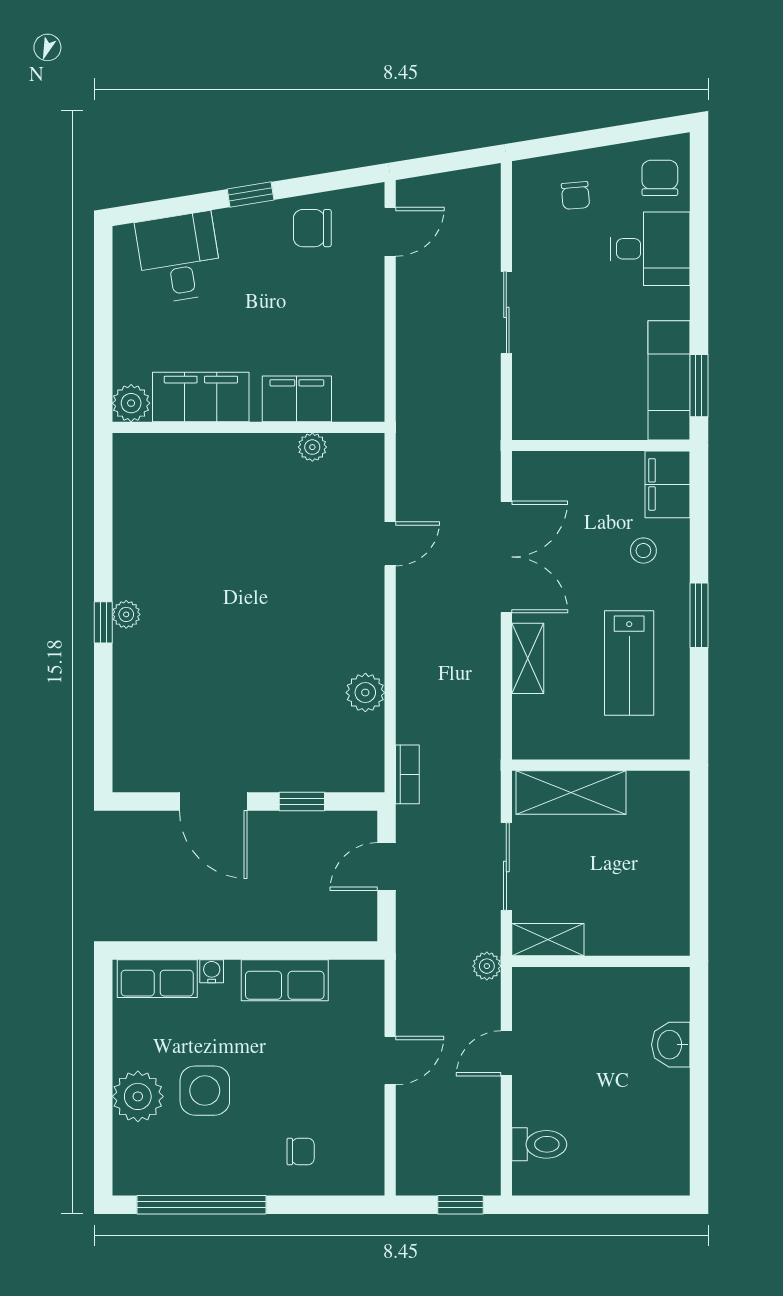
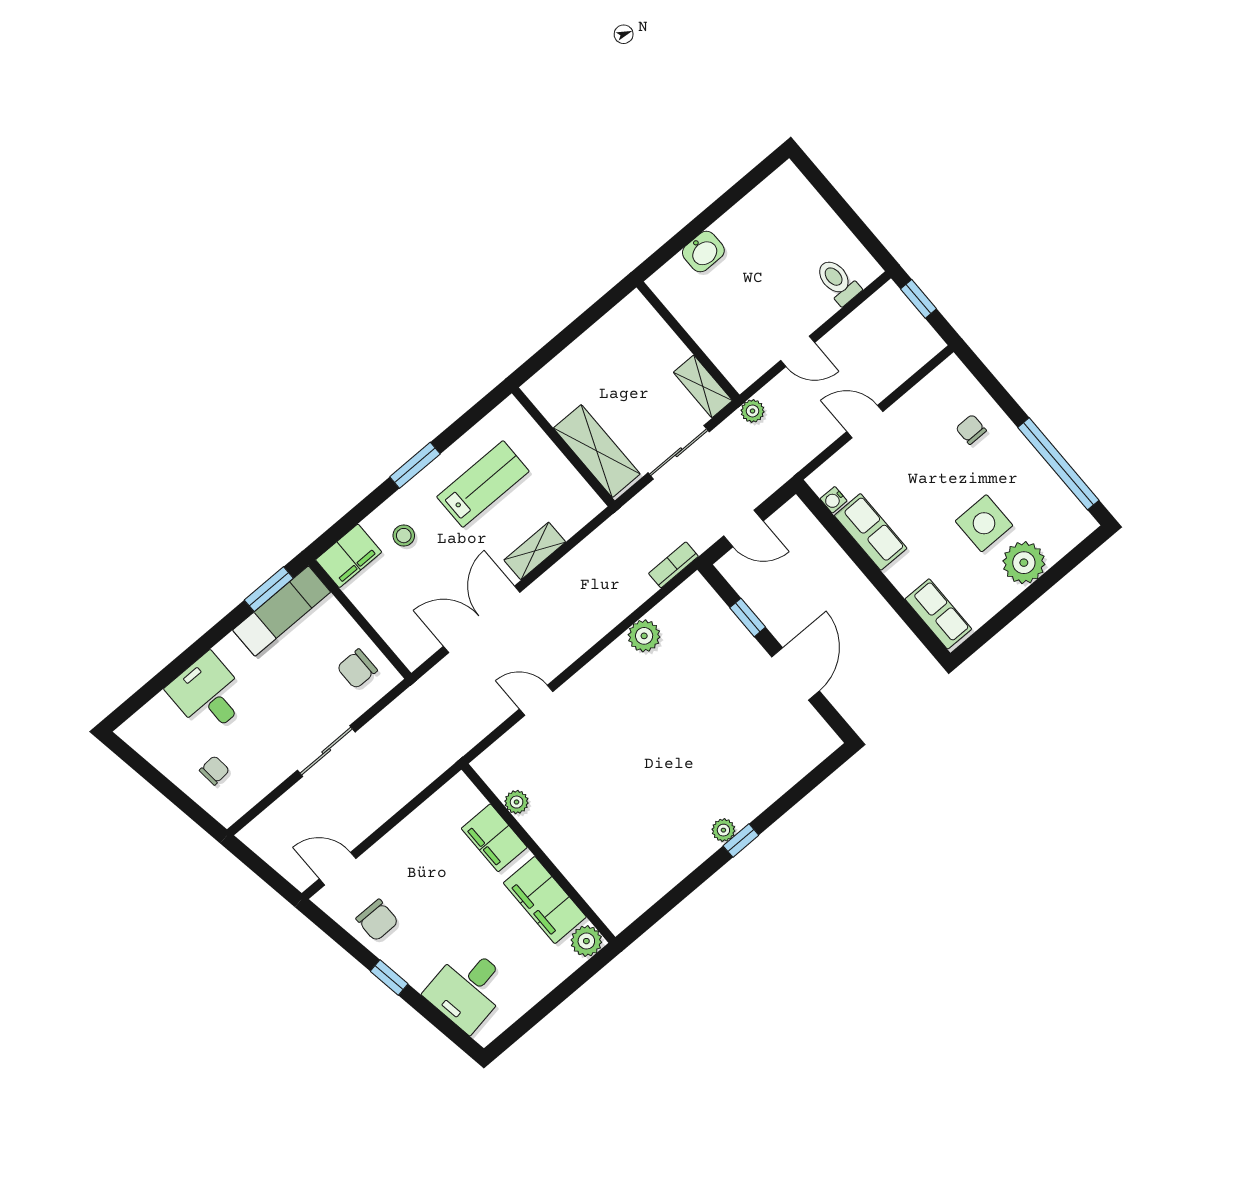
chair: (660, 178) -> (357, 669), moved
water cooler: (212, 971) -> (834, 500), moved

